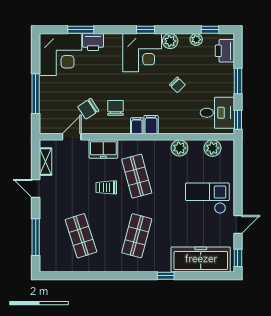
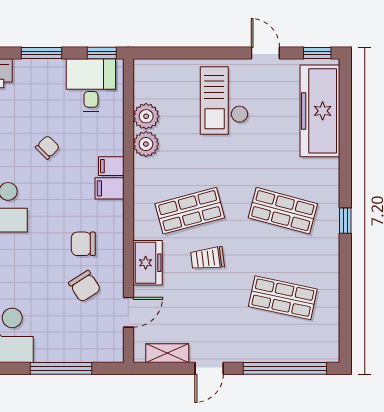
filing cabinet: (137, 126) -> (111, 166), moved
door: (72, 137) -> (128, 312), swing flipped
plant: (212, 148) -> (146, 116), moved
trolley: (106, 187) -> (207, 258), turned 83
shop shelf: (81, 236) -> (283, 298), turned 30
window: (36, 237) -> (285, 368), width x1.46
window: (166, 276) -> (345, 221), moved

